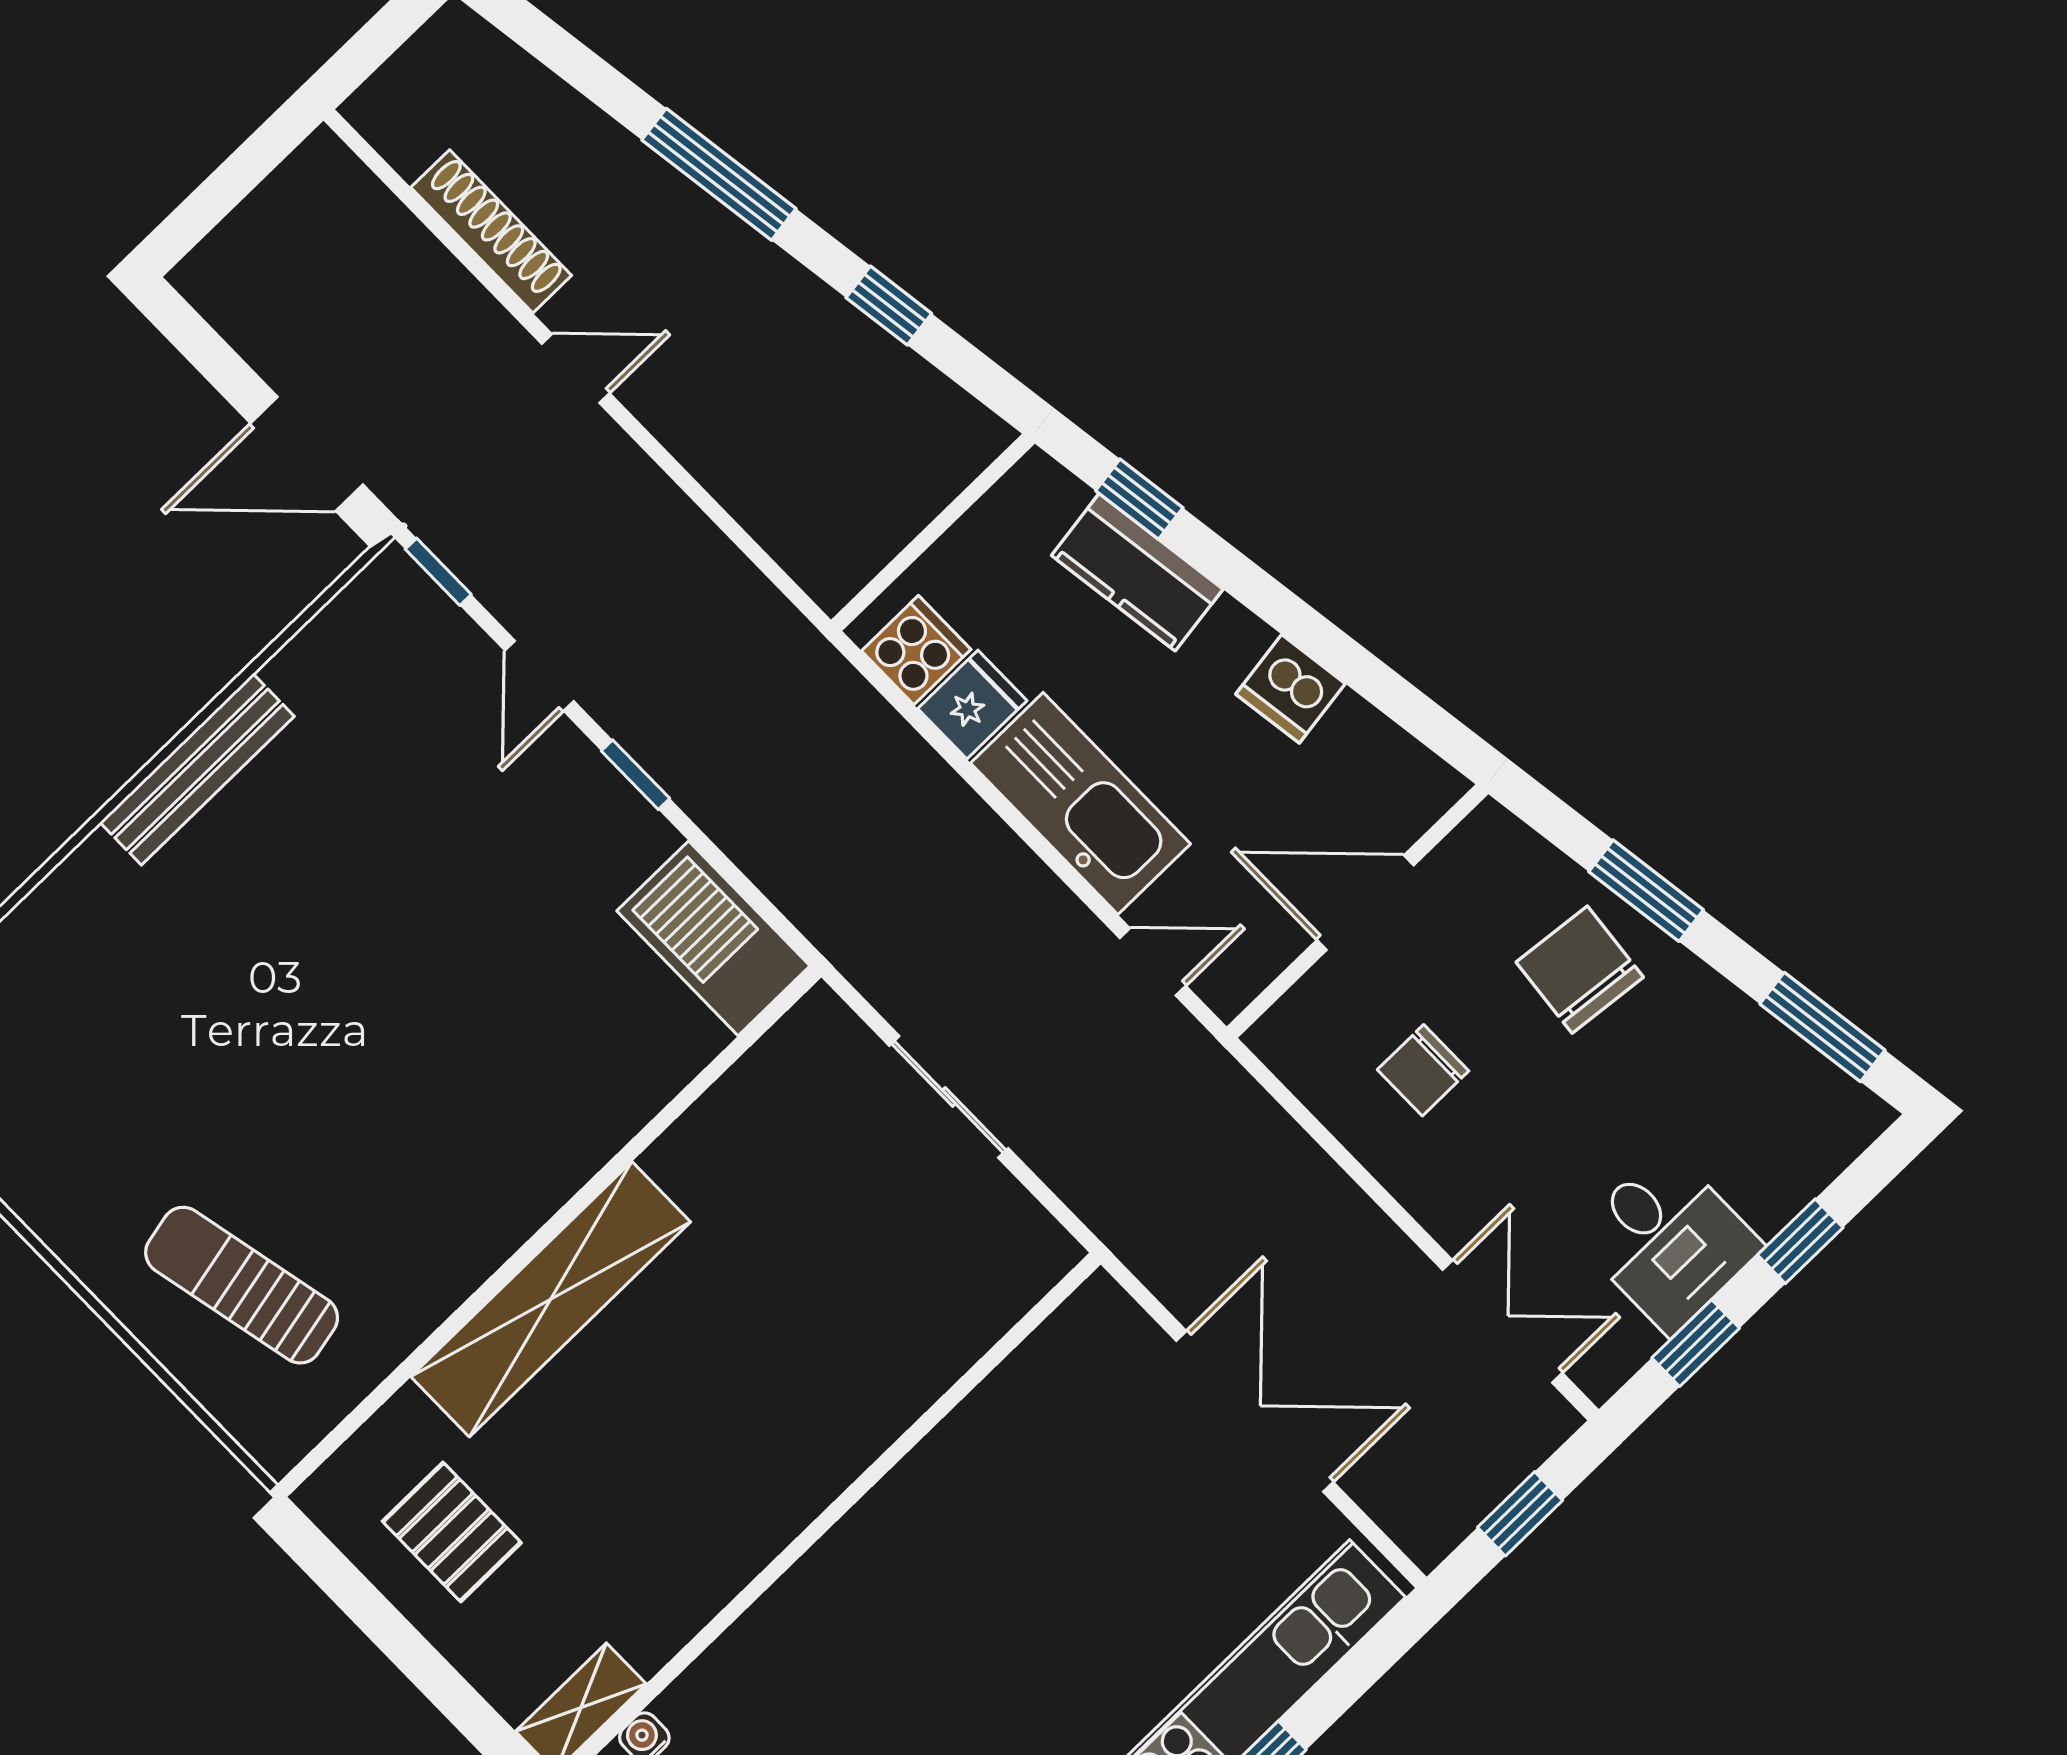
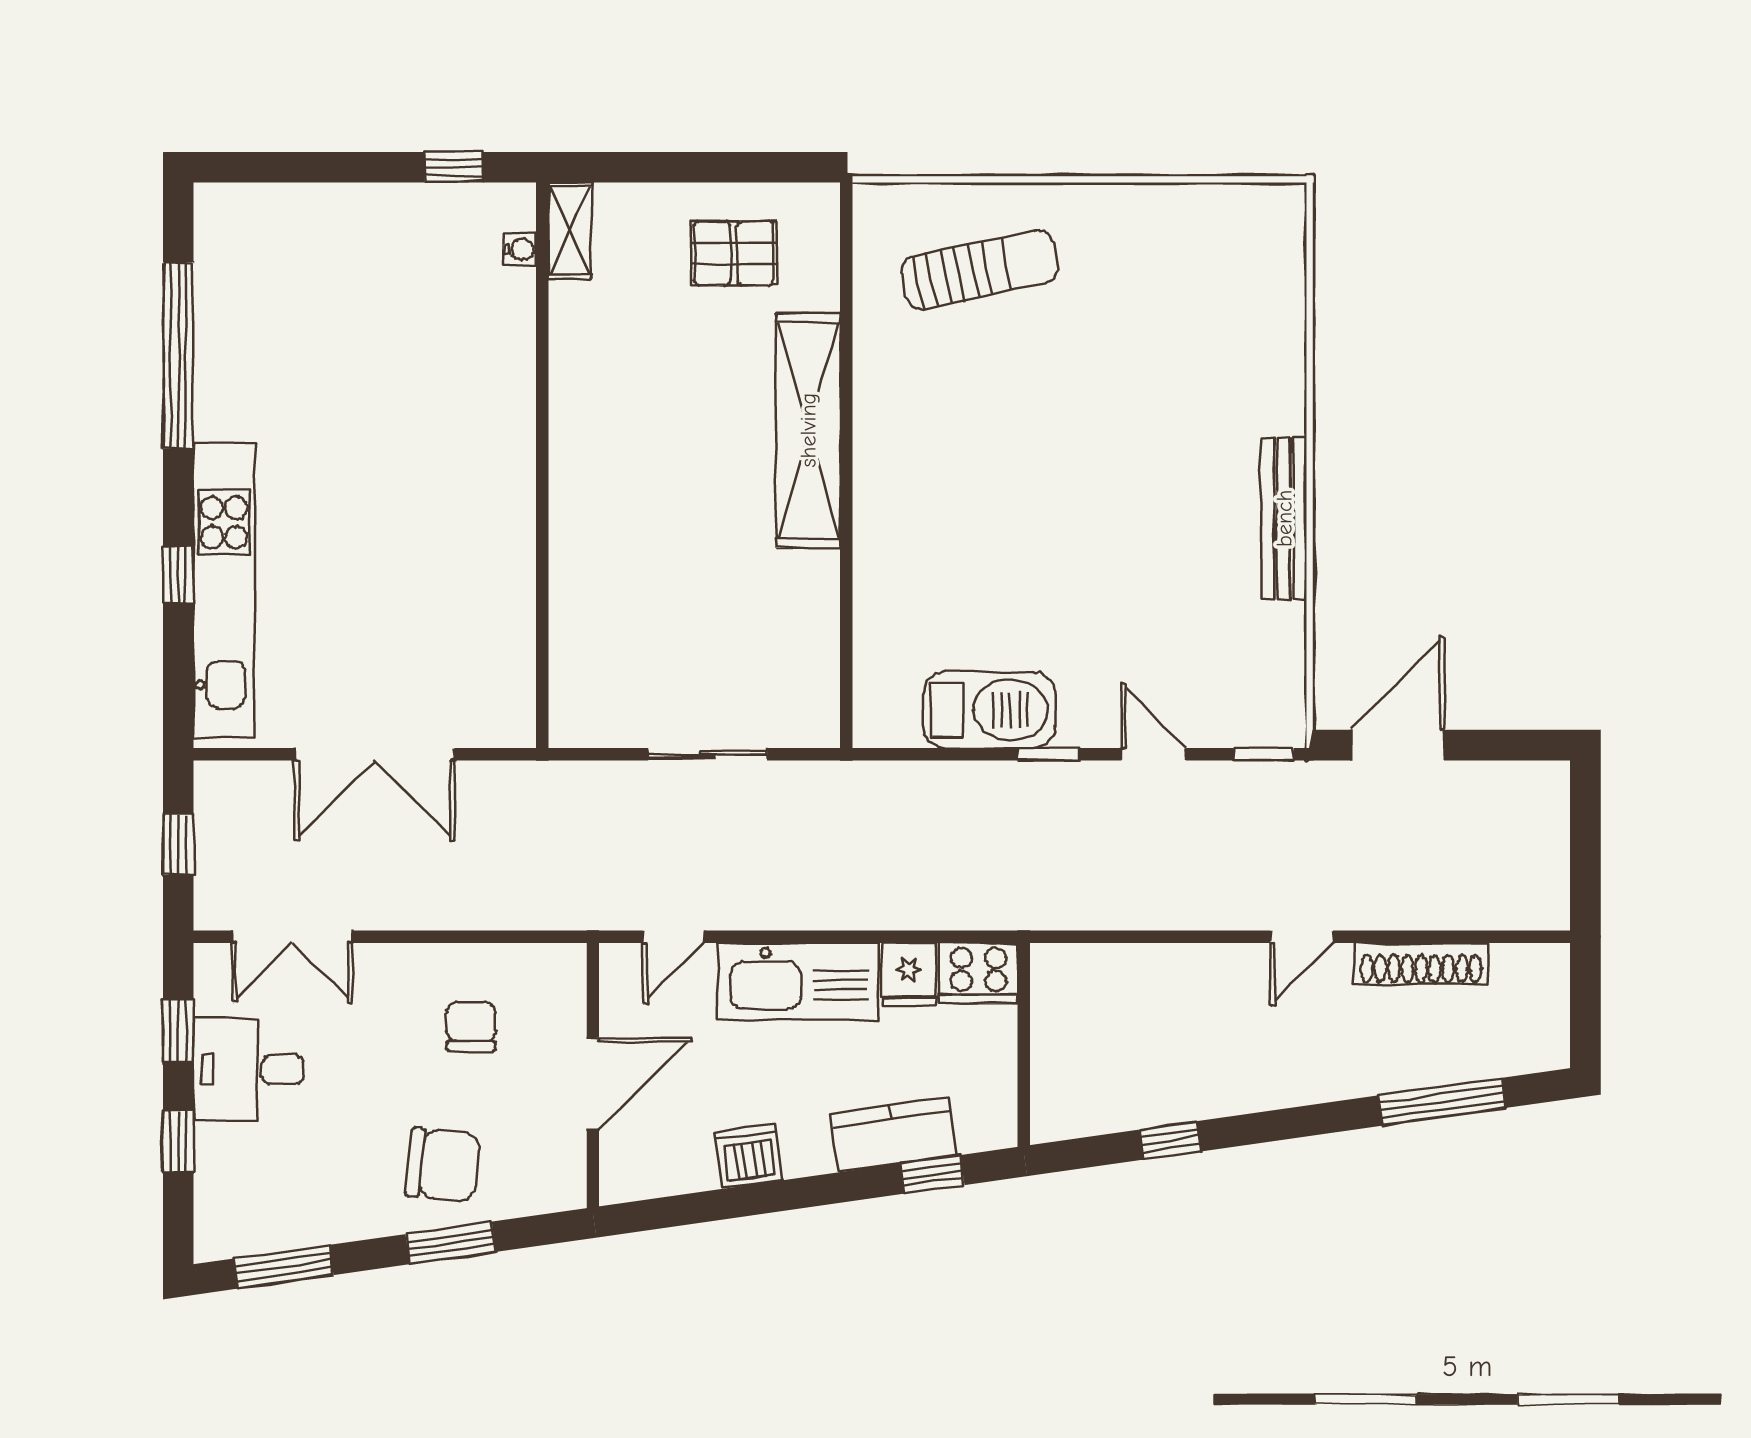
window: (719, 174) -> (1442, 1102), moved
cooker: (916, 650) -> (979, 973), width x1.36
barbecue: (713, 938) -> (989, 710), moved

